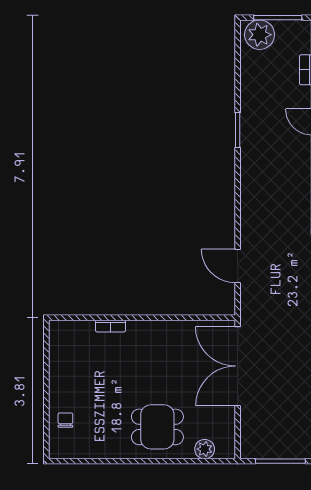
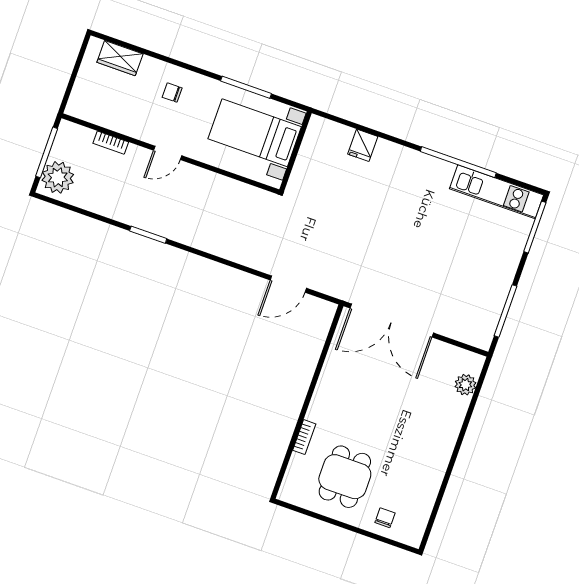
chair: (65, 420) -> (385, 518), turned 90
dining table: (157, 427) -> (345, 477), moved

